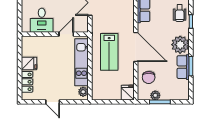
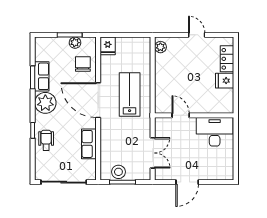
desk: (42, 20) -> (215, 132), width x1.37
door: (66, 34) -> (181, 115), swing flipped
kitchen unit: (81, 62) -> (163, 82), removed

